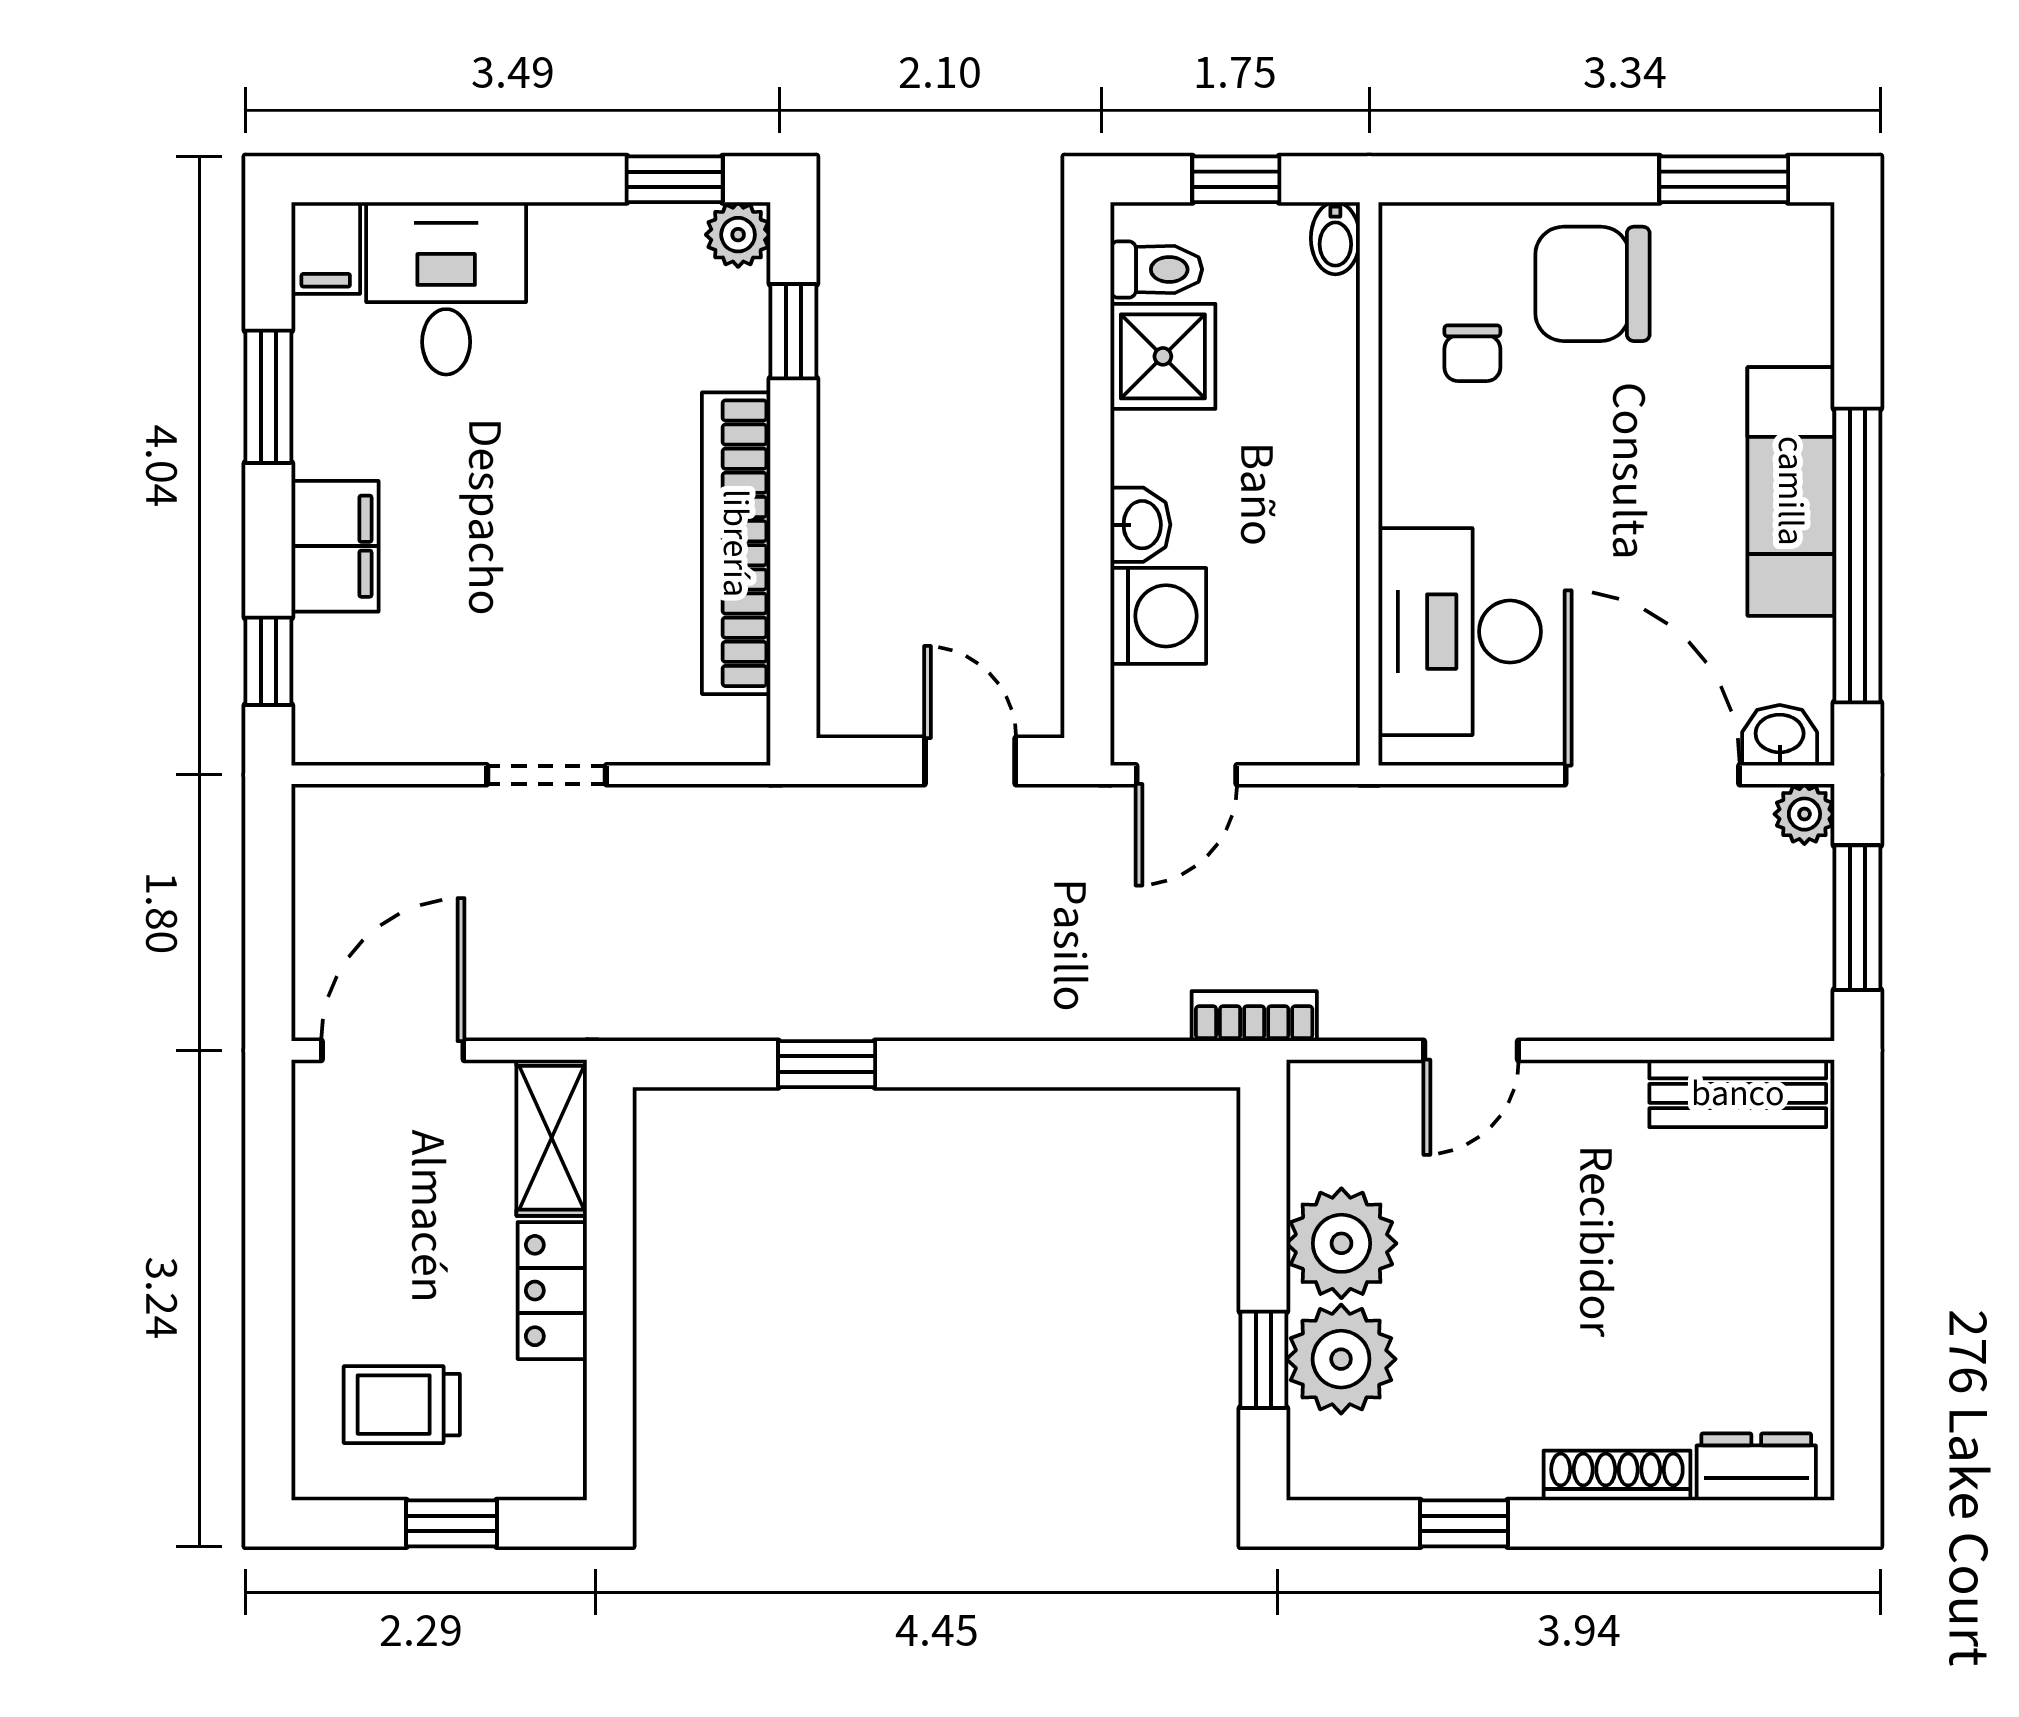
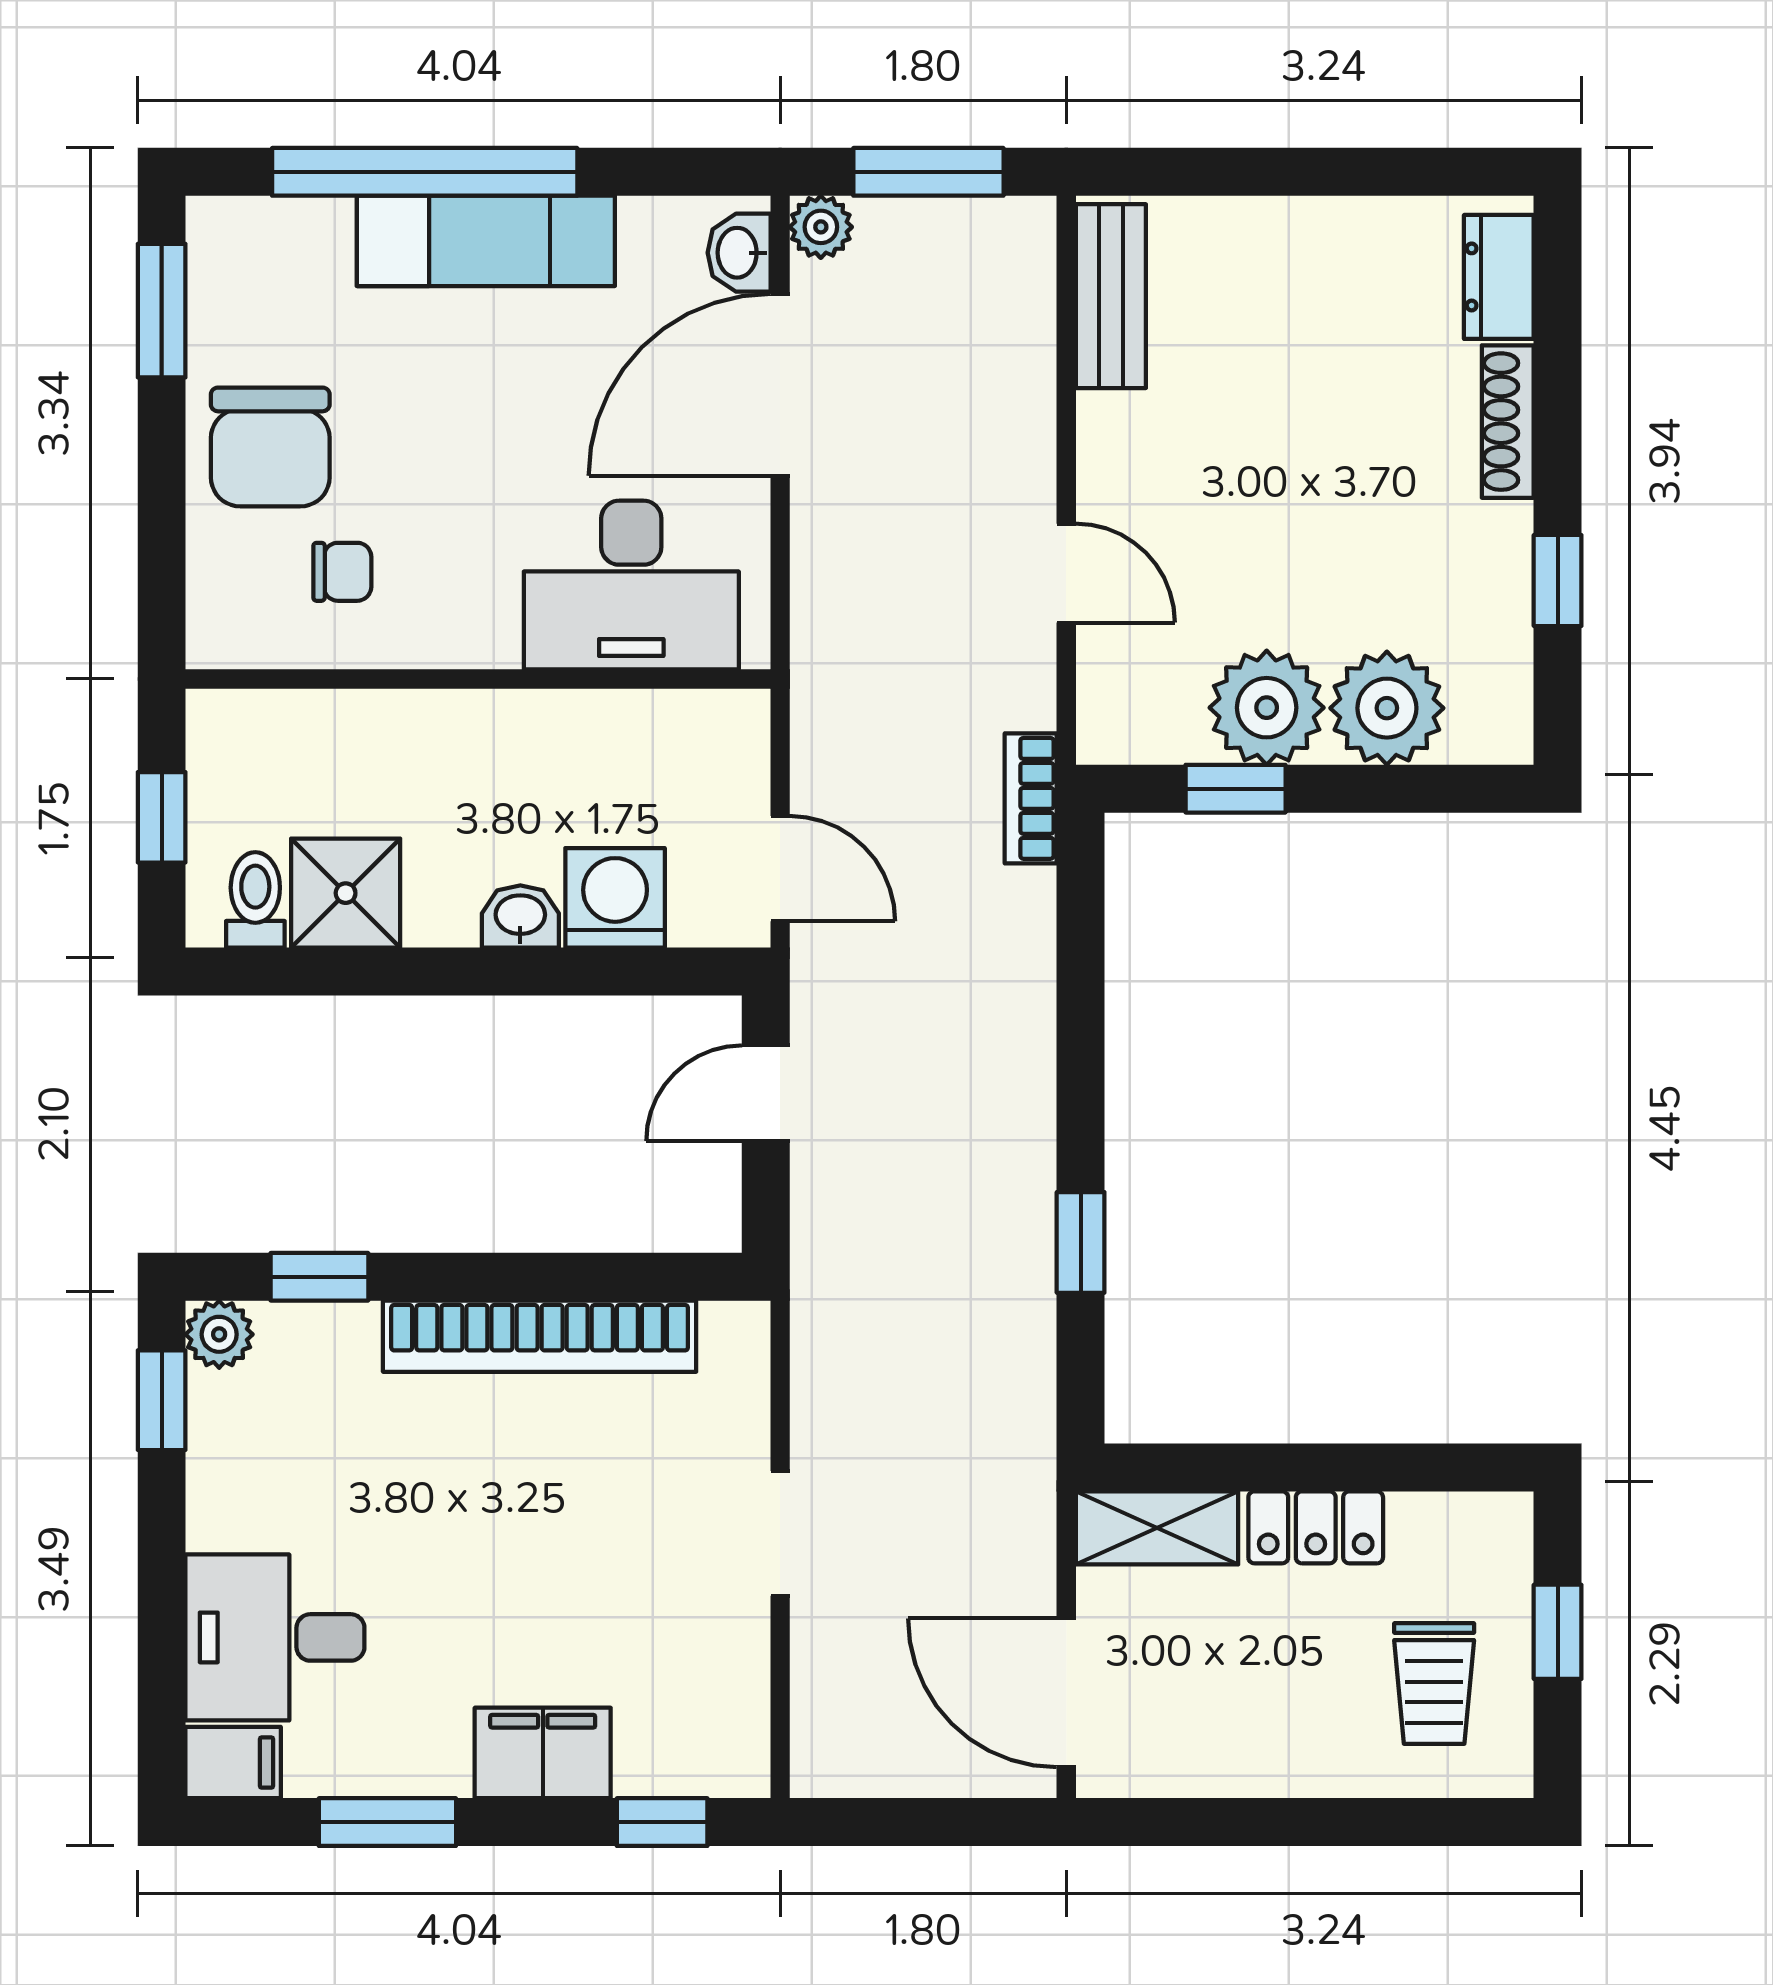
bidet: (1335, 238) -> (223, 714), removed
window: (1857, 555) -> (425, 172), moved
window: (1263, 1360) -> (1236, 789), moved

